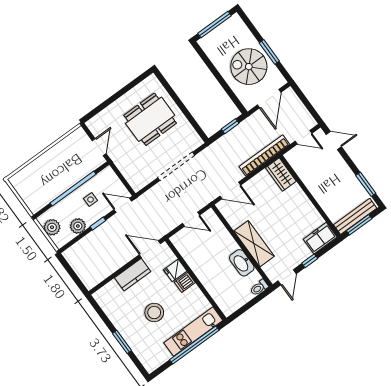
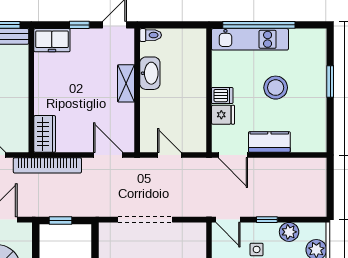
shelving: (254, 244) -> (126, 83), width x0.67, depth x0.75

